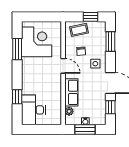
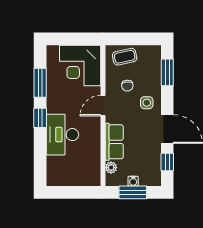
window: (90, 17) -> (140, 39), removed
corner desk: (37, 42) -> (80, 66), moved, turned 180
door: (63, 66) -> (103, 106), swing flipped
window: (17, 97) -> (40, 118), moved
desk: (33, 110) -> (62, 135), moved

